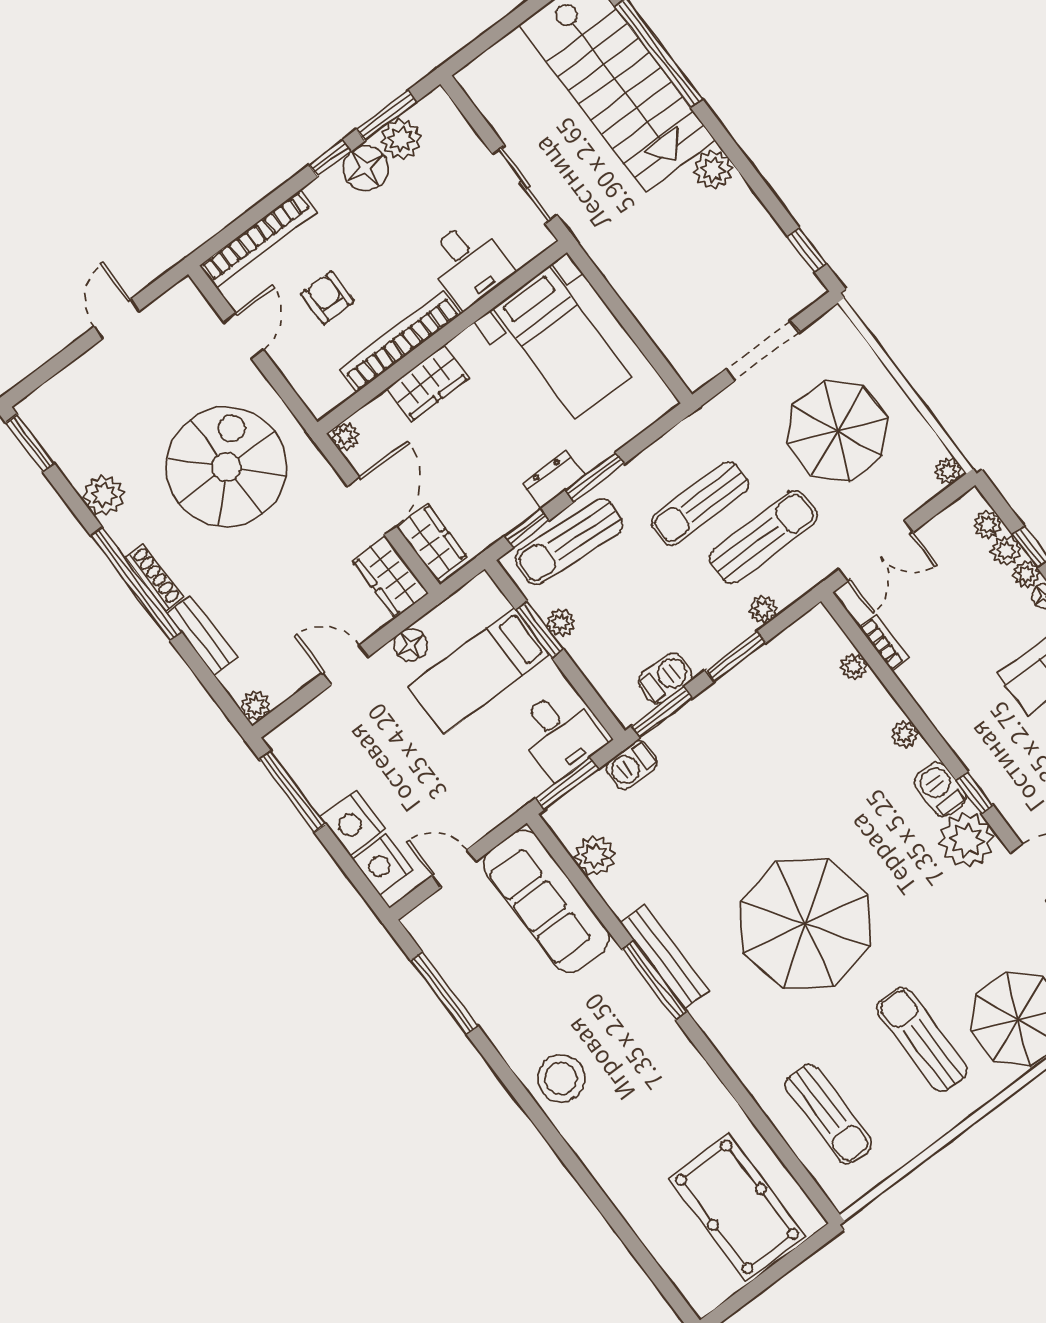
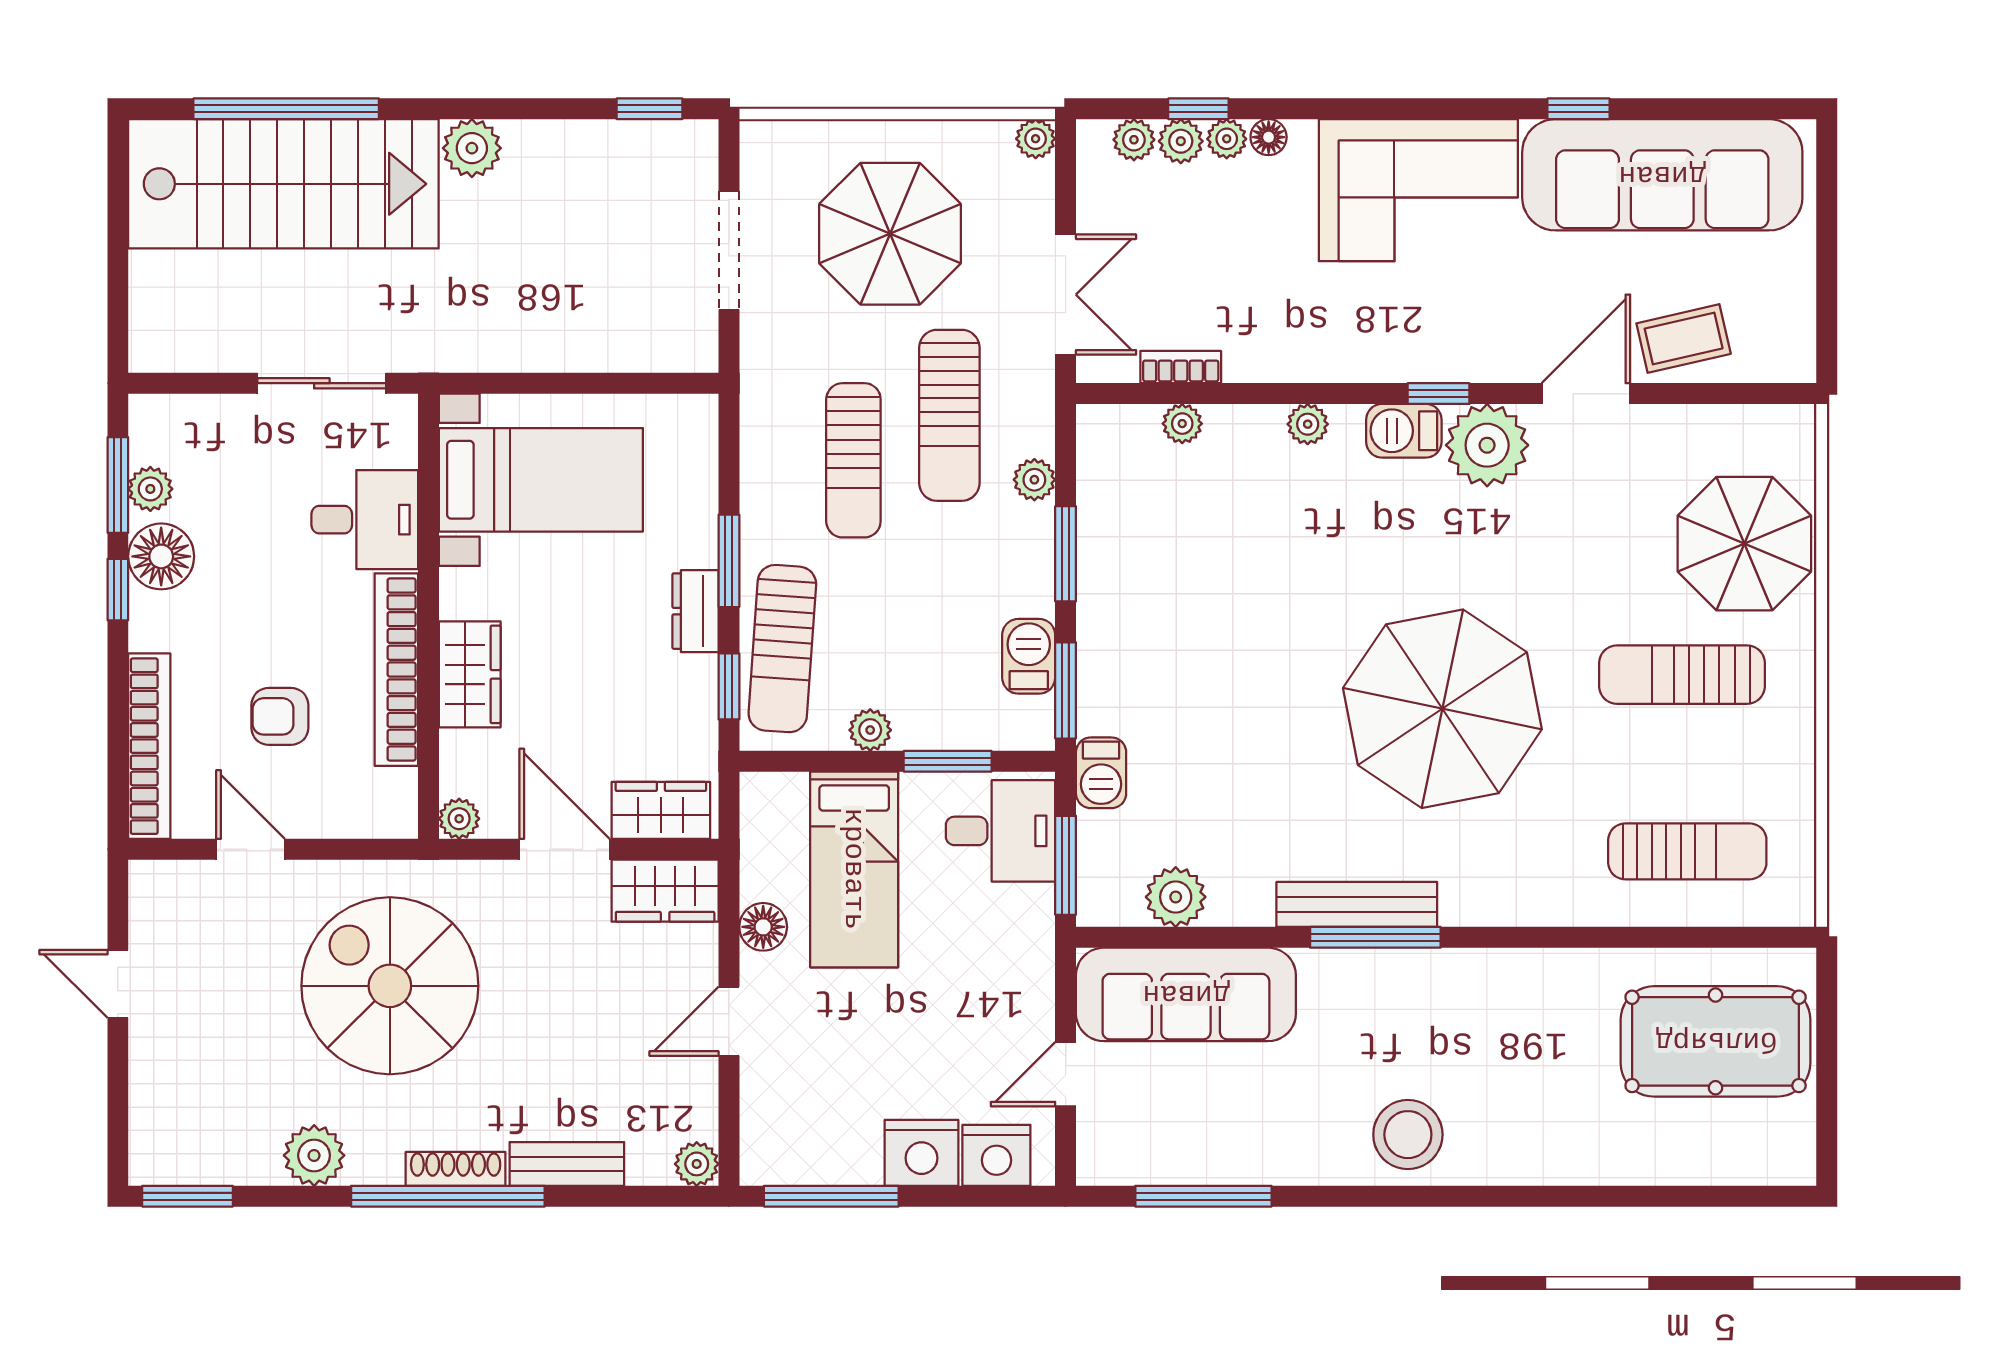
plant: (401, 139) -> (150, 489), width x0.73, depth x0.73
sun lounger: (763, 537) -> (949, 415), turned 180
window: (540, 630) -> (948, 761), moved

